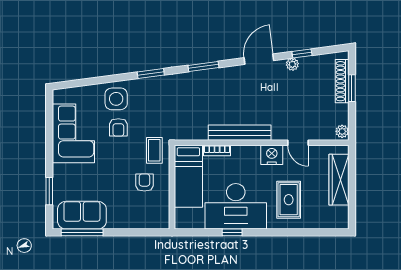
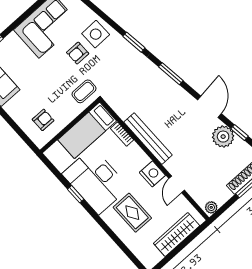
door: (259, 59) -> (210, 107), hinge flipped
plant: (292, 64) -> (223, 137), width x1.87, depth x1.87
armchair: (144, 182) -> (43, 120), moved
rug: (289, 200) -> (132, 213), turned 90

